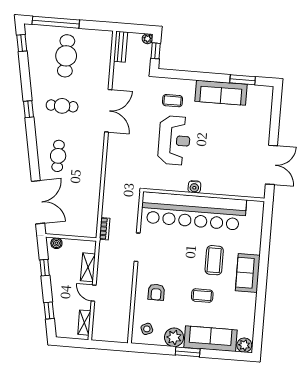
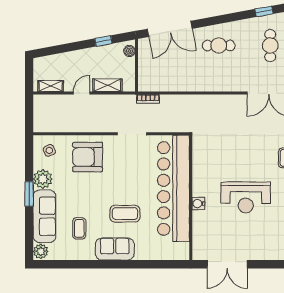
reception desk: (174, 140) -> (246, 197), moved
water cooler: (194, 187) -> (198, 204), moved
armchair: (156, 292) -> (88, 157), width x1.88, depth x1.88
coffee table: (202, 296) -> (79, 228), moved
window: (49, 310) -> (60, 49), removed

